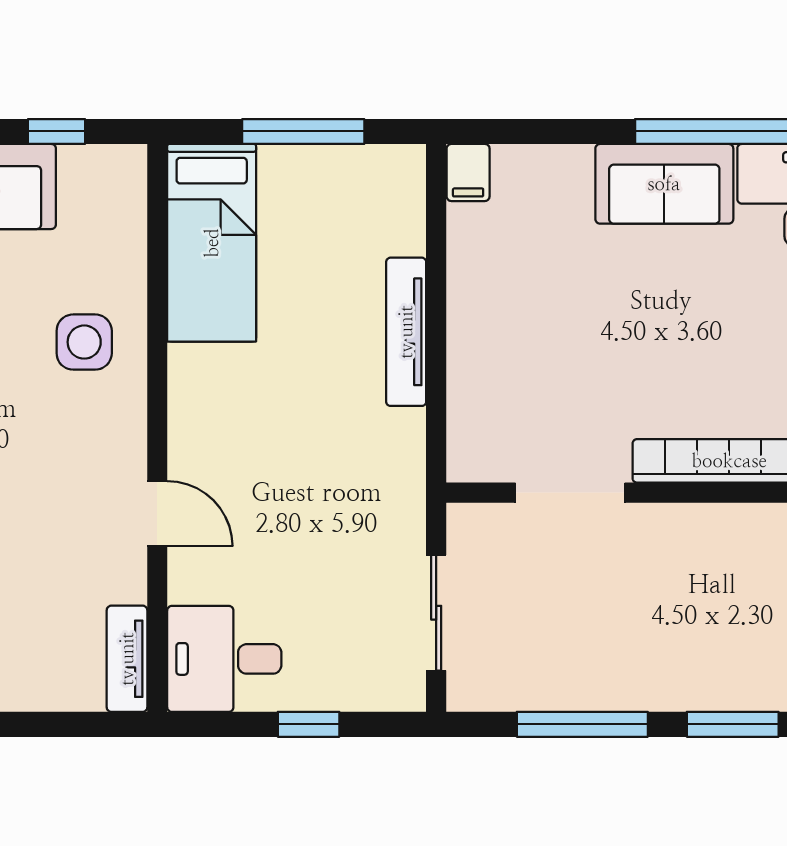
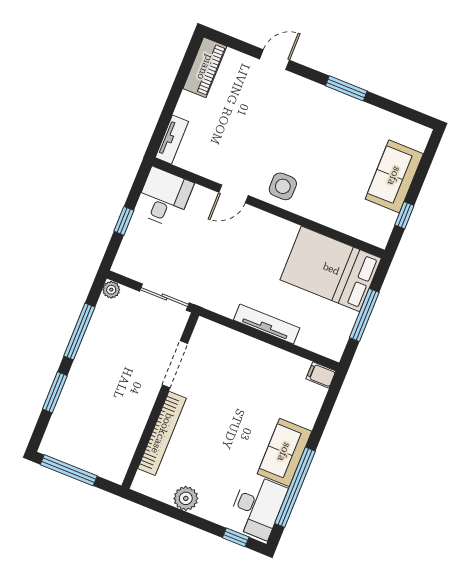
bed: (212, 243) -> (331, 269), width x1.50
side table: (84, 342) -> (283, 186), moved
sliding door: (436, 613) -> (164, 297), moved
tv unit: (127, 659) -> (172, 140), moved, turned 90
plant: (466, 692) -> (111, 290), added

